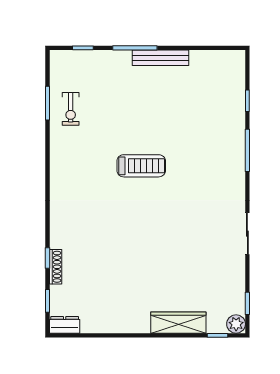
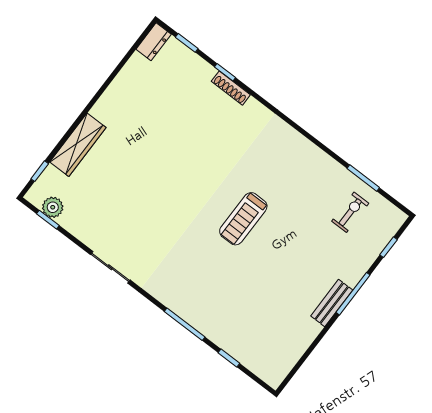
bench: (160, 58) -> (332, 303), width x0.73
exercise bike: (71, 109) -> (350, 212), moved, turned 90
shoe rack: (56, 267) -> (231, 88), moved
plant: (236, 324) -> (53, 207), moved

